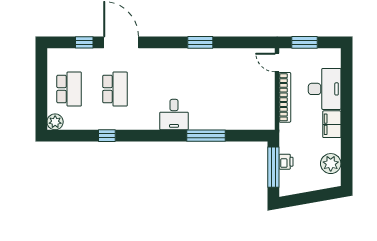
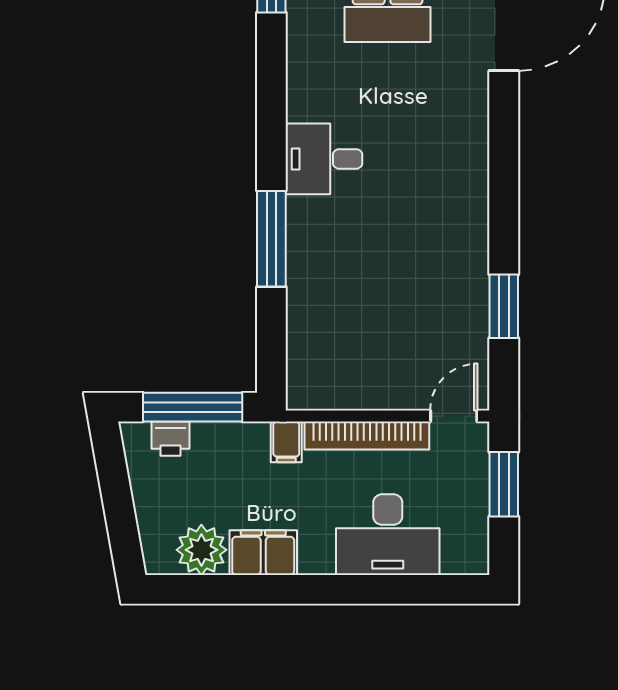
window: (200, 42) -> (504, 306), moved
filing cabinet: (332, 124) -> (263, 553), moved
filing cabinet: (287, 130) -> (286, 442), added
printer: (286, 162) -> (170, 439), moved

